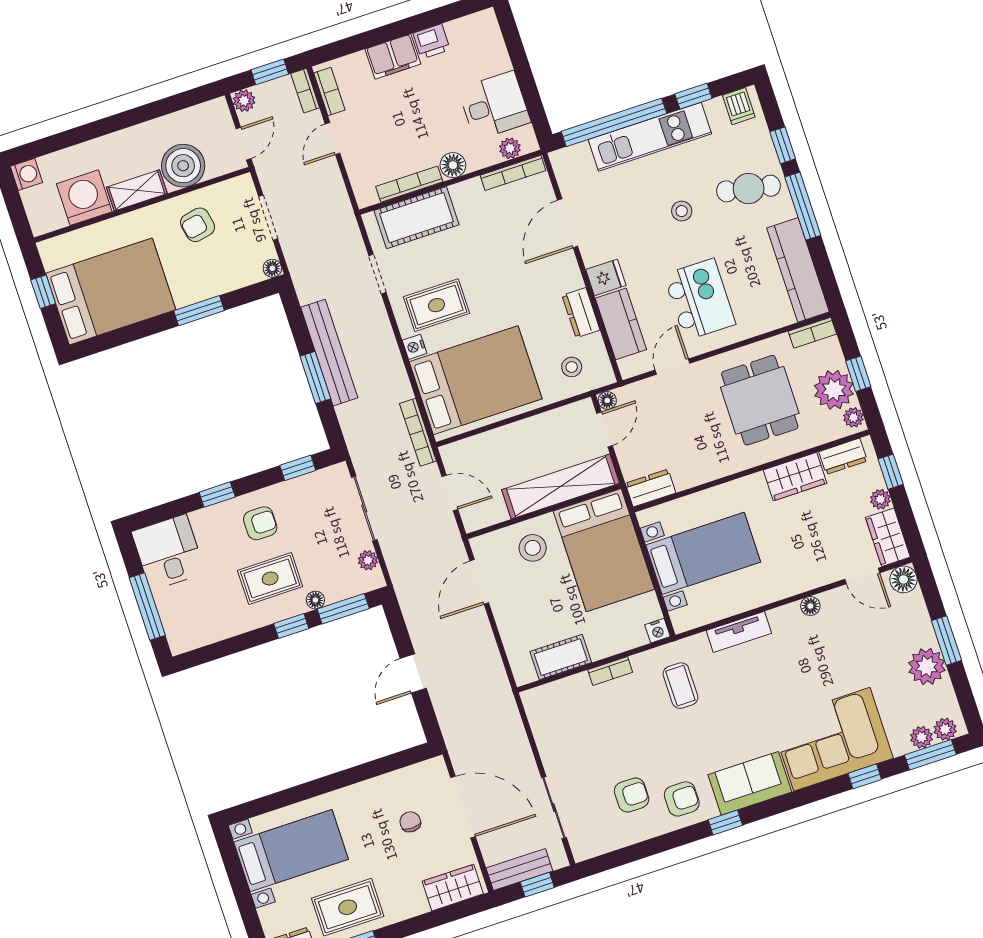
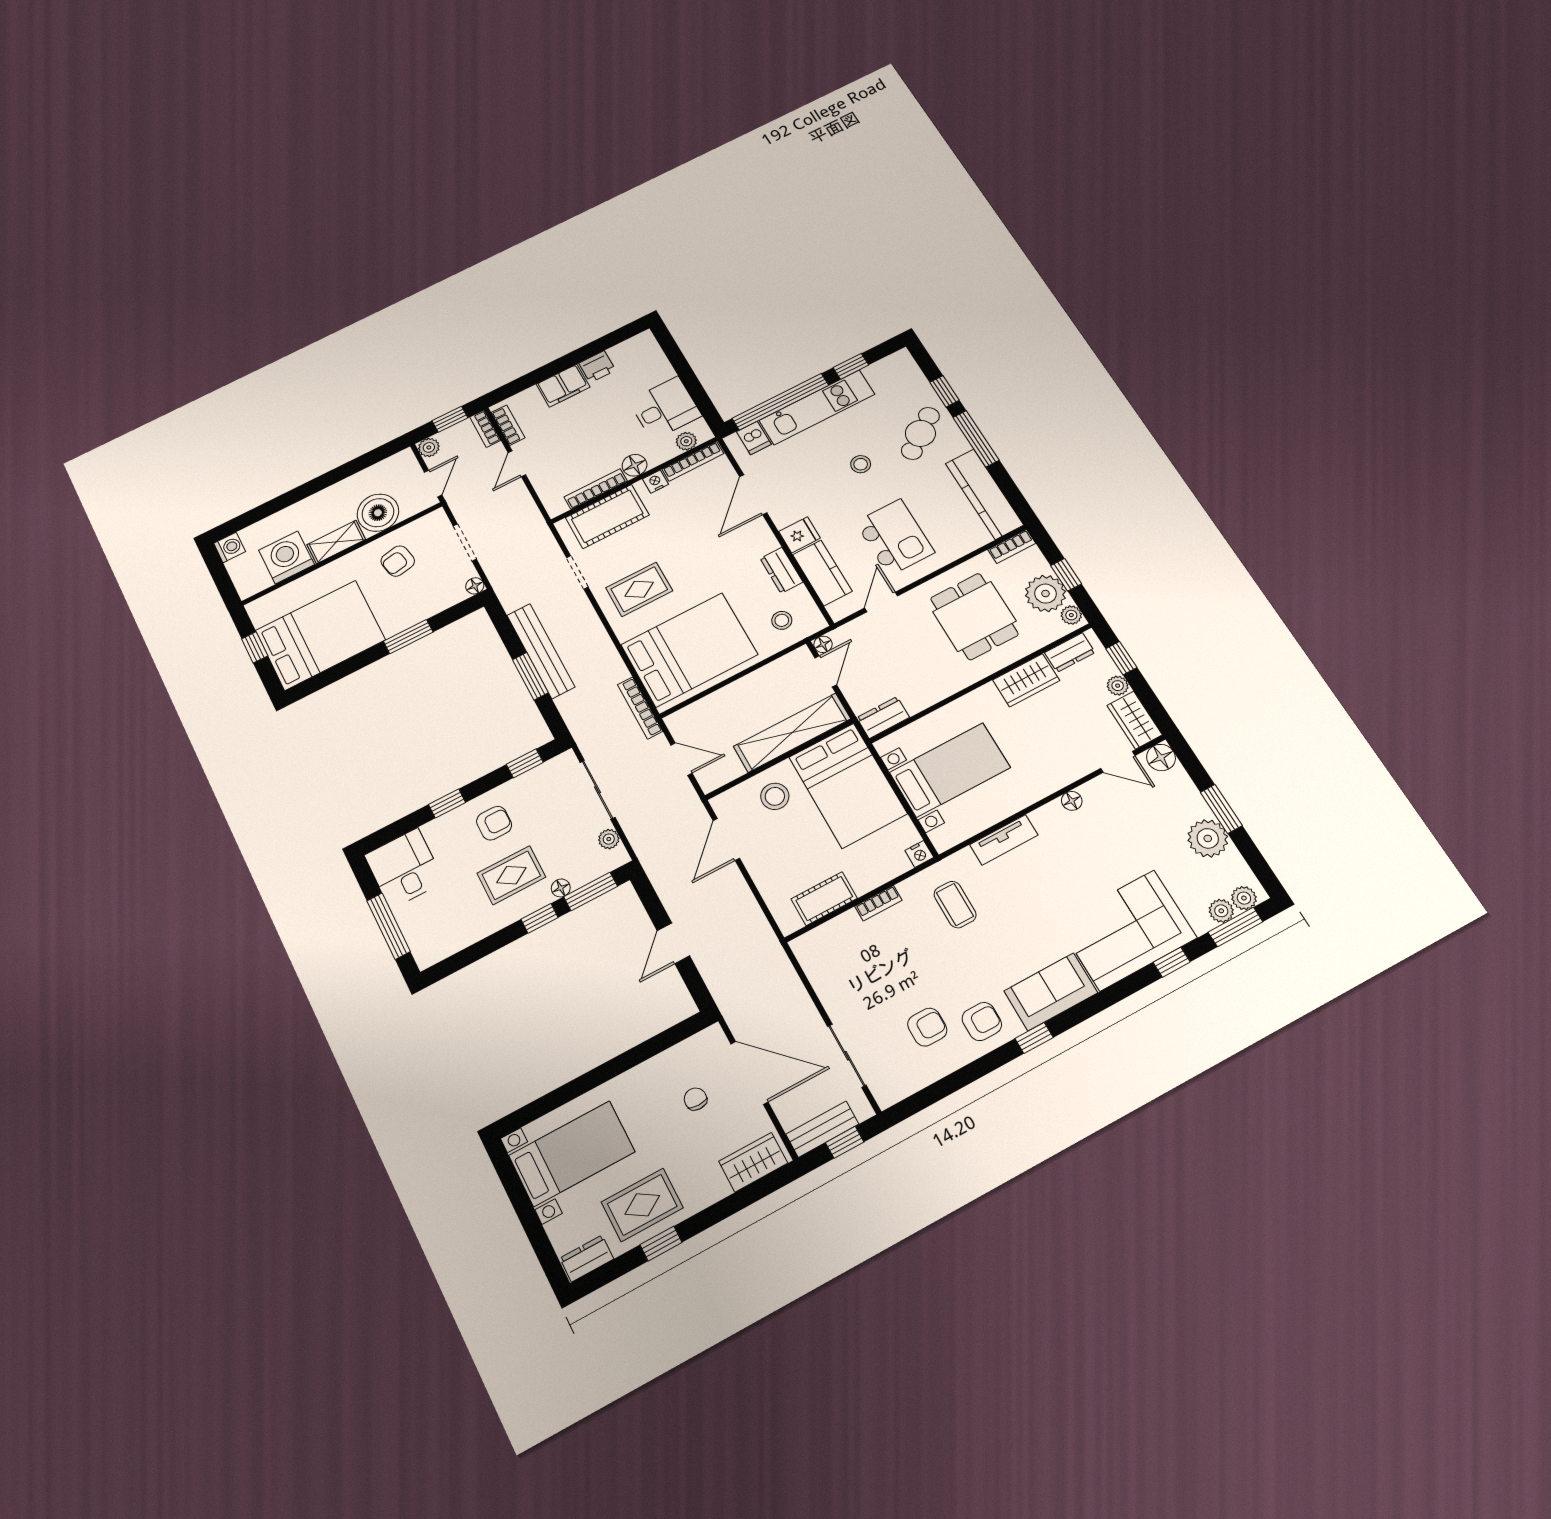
dishwasher: (739, 106) -> (754, 438), moved
cafe table: (749, 189) -> (920, 433), turned -48
nightstand: (414, 347) -> (655, 482), moved, turned 90

